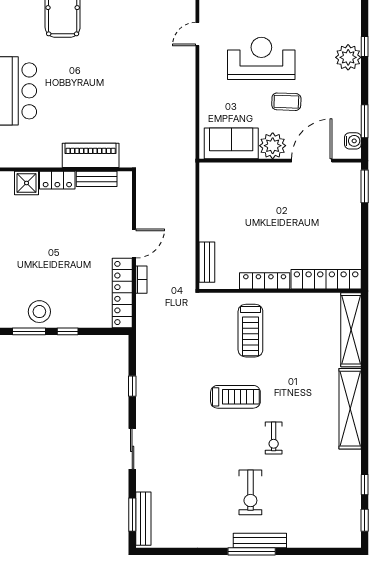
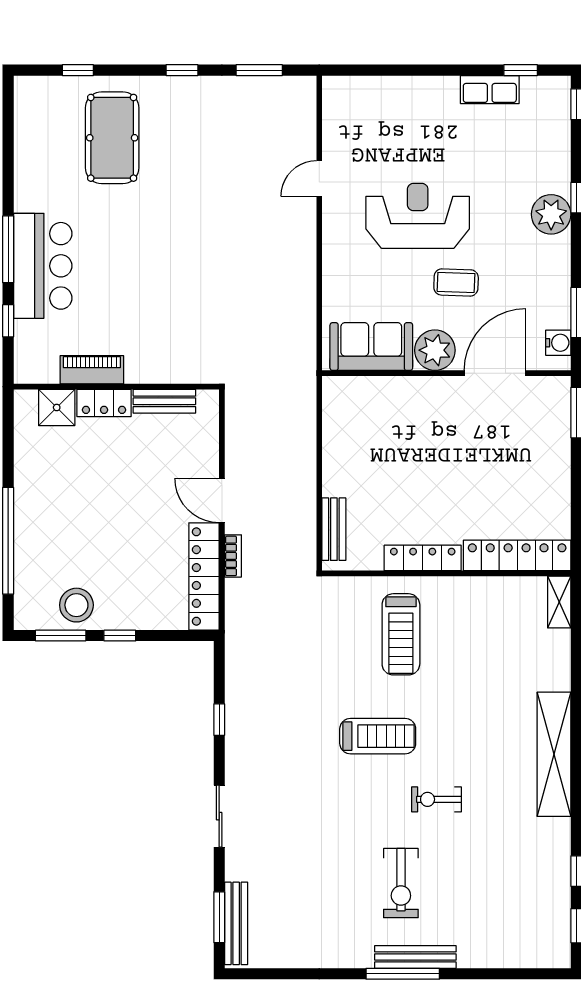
piano: (91, 155) -> (92, 370), moved, width x0.73, depth x0.75
door: (134, 243) -> (222, 500), swing flipped
shelving: (351, 330) -> (559, 602), width x0.45, depth x0.75
exercise bike: (274, 438) -> (436, 799), turned 90

